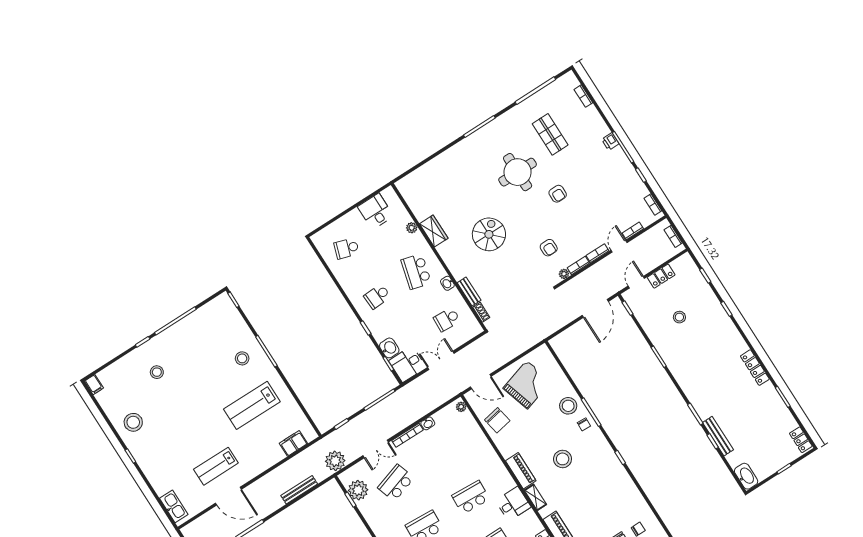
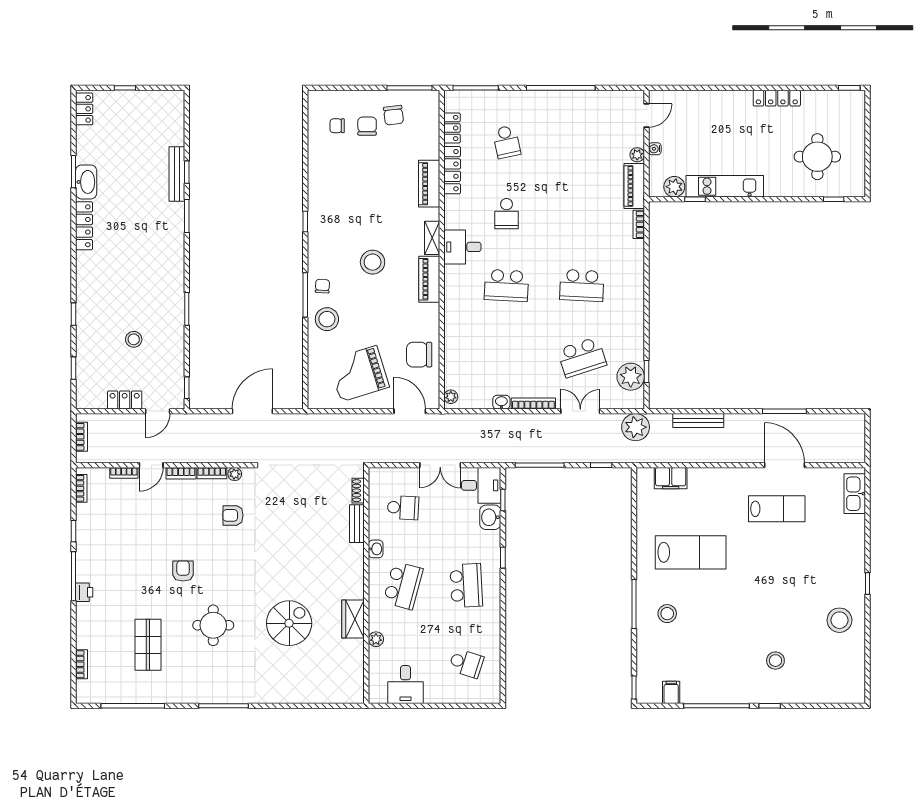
round table: (518, 172) -> (213, 625), width x0.73, depth x0.73
spiral stairs: (489, 234) -> (289, 623), moved, turned 180
armchair: (549, 248) -> (233, 515), turned -90
school desk: (377, 296) -> (466, 585), width x1.85
door: (595, 308) -> (252, 411), moved
filing cabinet: (94, 385) -> (671, 692), moved
chair: (497, 420) -> (419, 355), turned -79
washbasin: (746, 476) -> (86, 182), moved, turned 180

